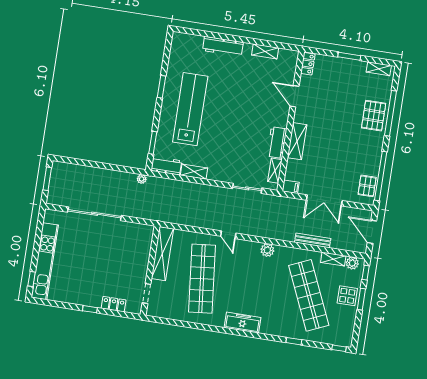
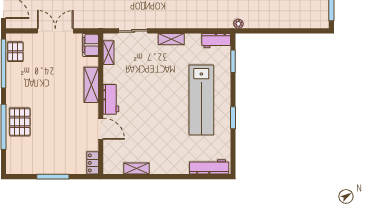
workbench: (223, 46) -> (209, 167), moved
window: (349, 56) -> (53, 177), width x1.44
shelving: (379, 69) -> (22, 169), removed
workbench: (277, 142) -> (111, 99), moved
shelving: (194, 172) -> (171, 39), moved
filing cabinet: (291, 187) -> (91, 45), width x2.00

